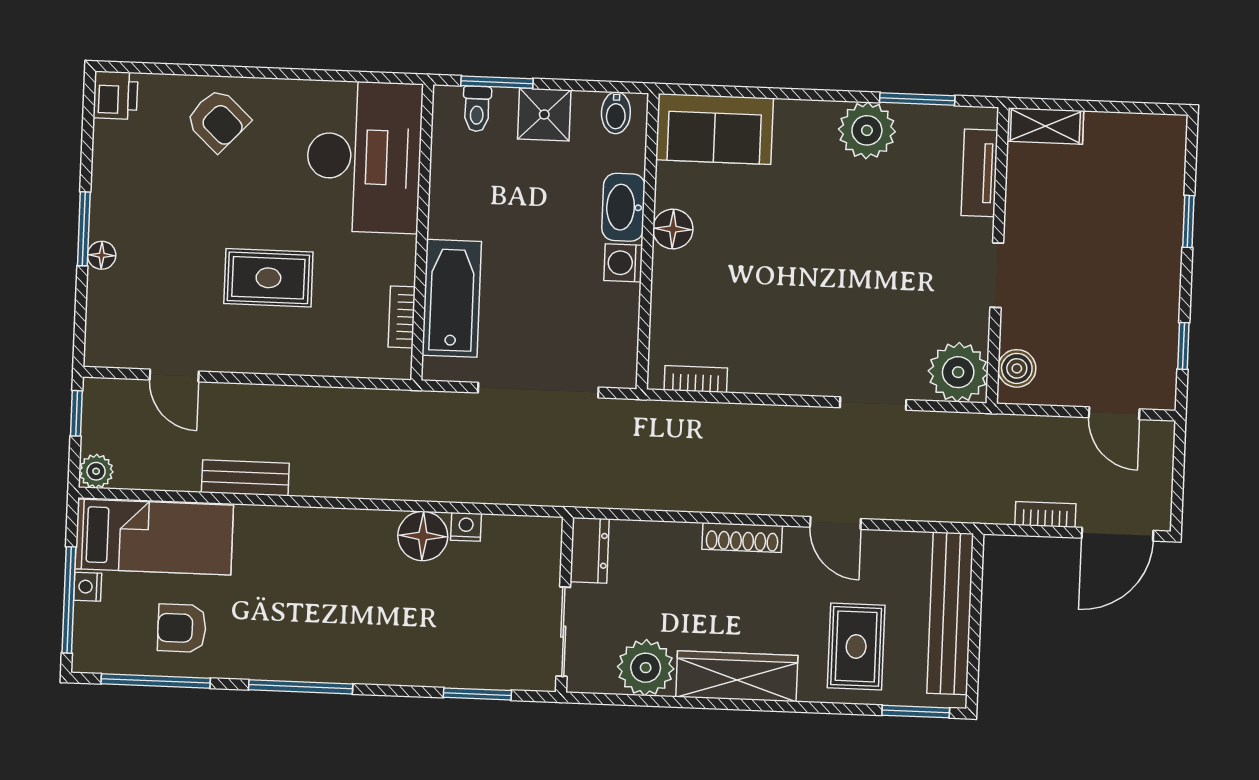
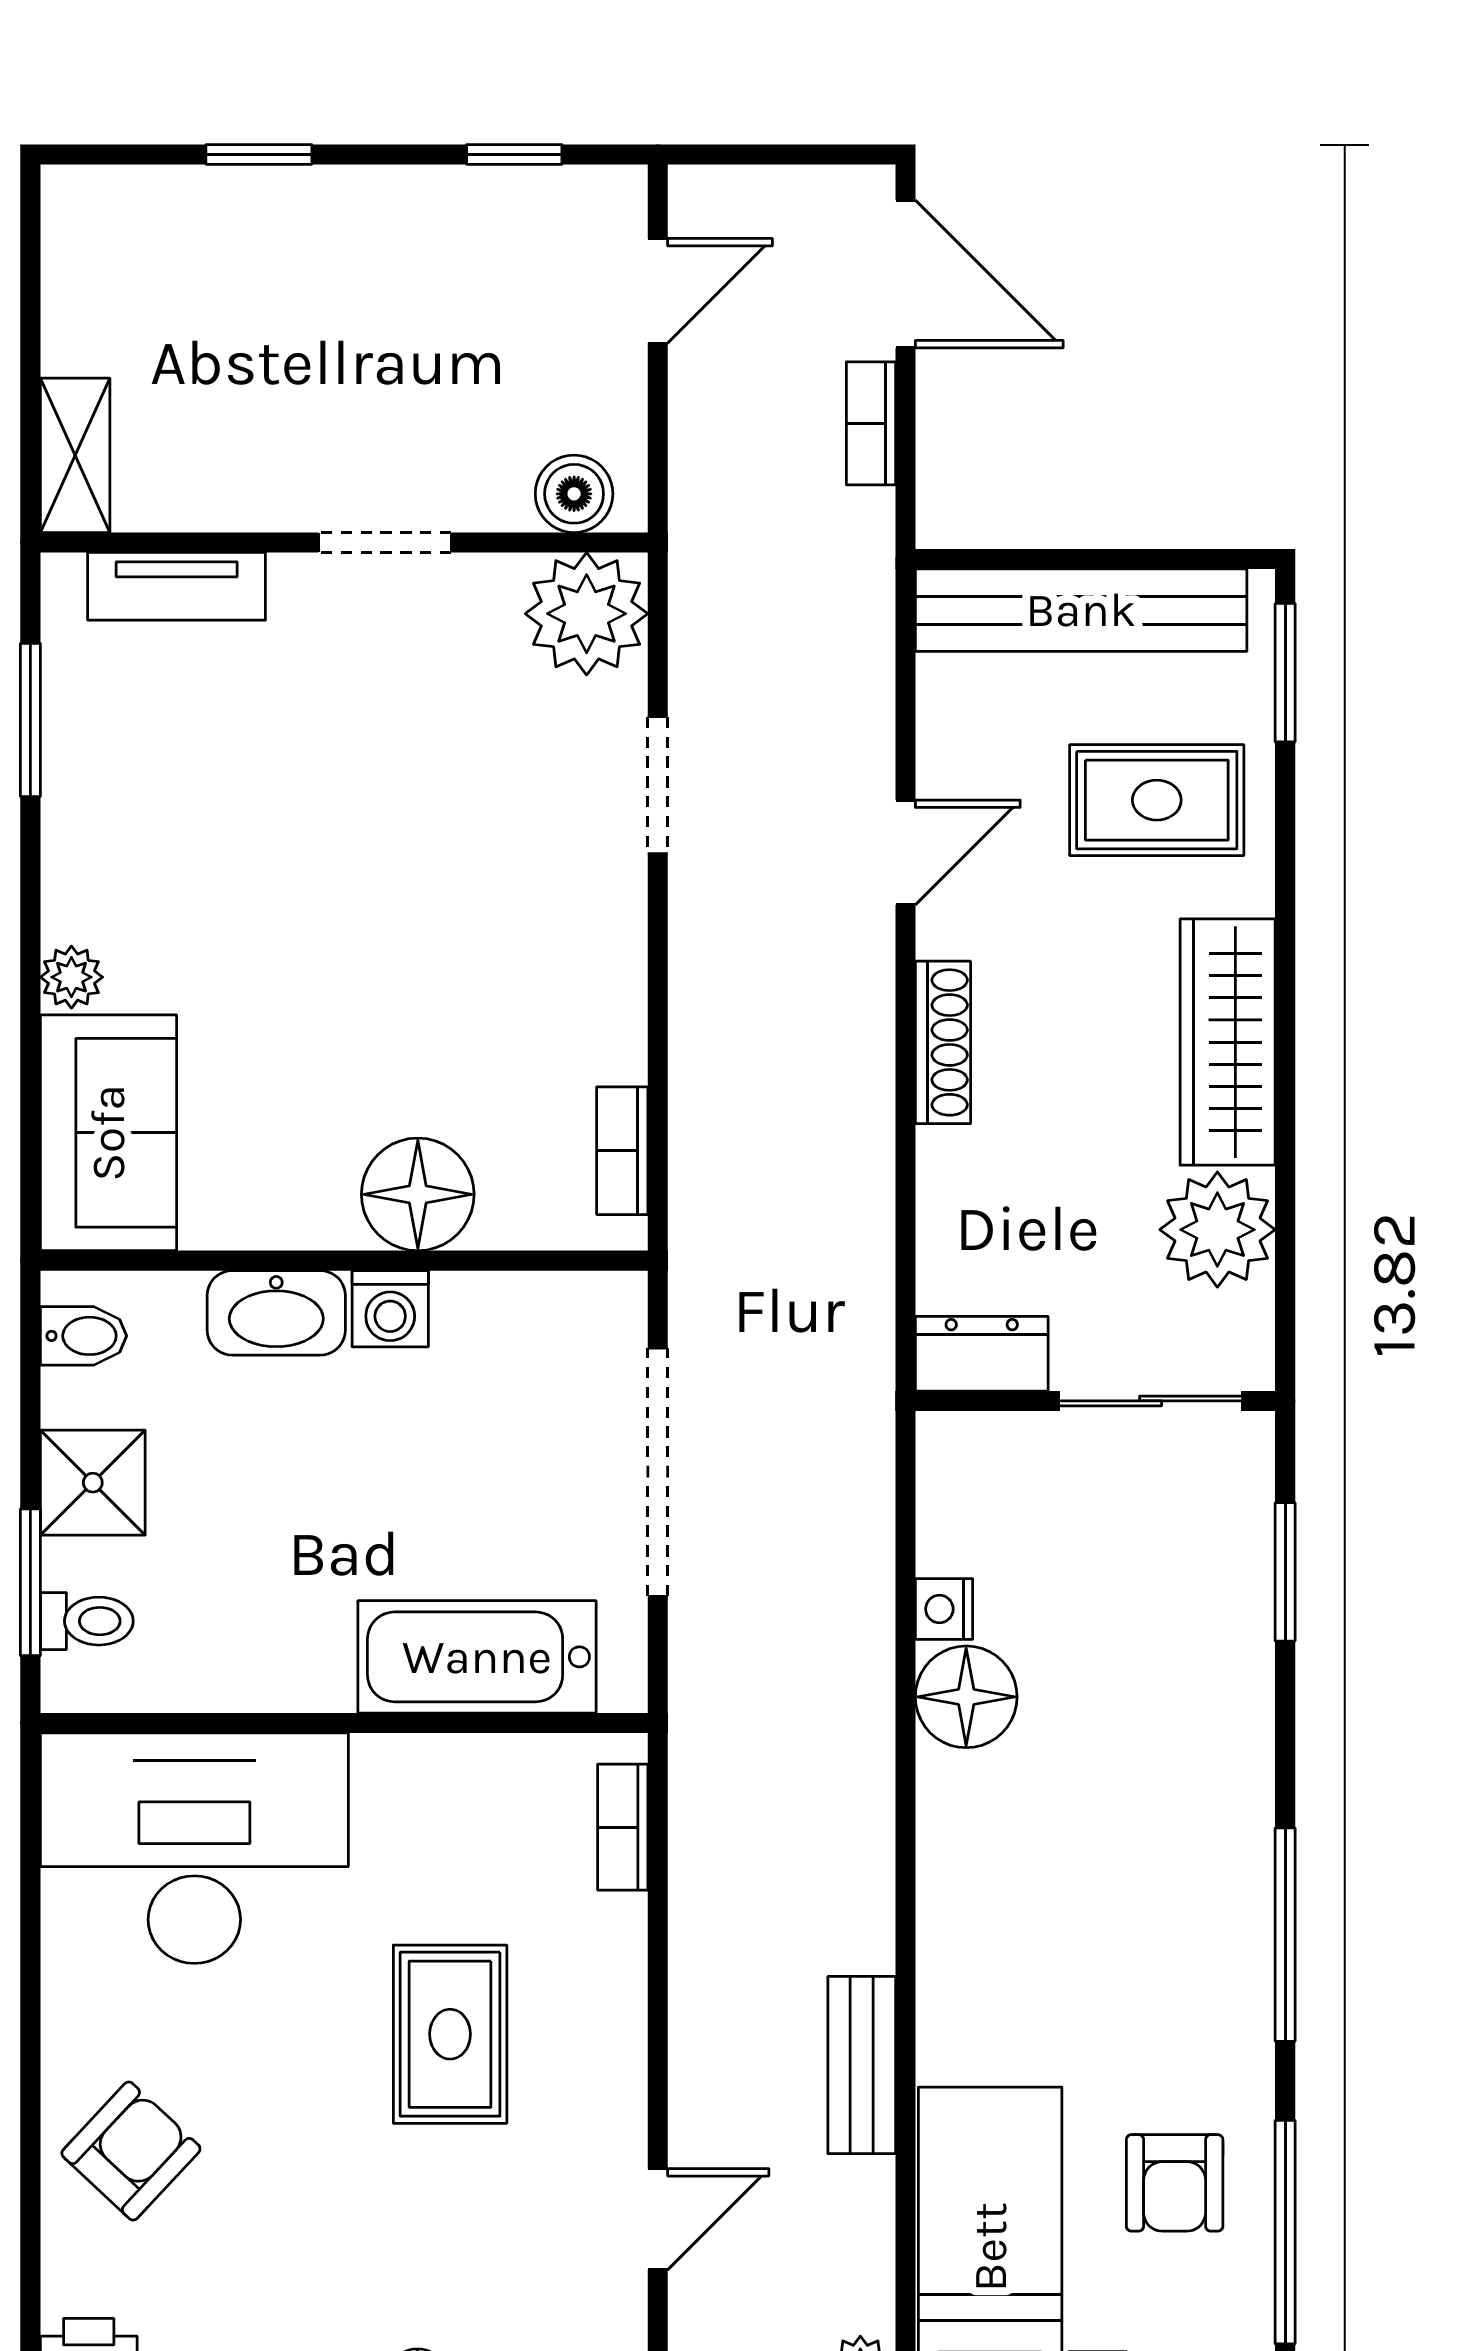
plant: (867, 130) -> (71, 977), moved, width x0.53, depth x0.53
floor lamp: (673, 229) -> (418, 1194), moved, width x1.38, depth x1.38
bookcase: (402, 317) -> (623, 1827), moved, turned 90

